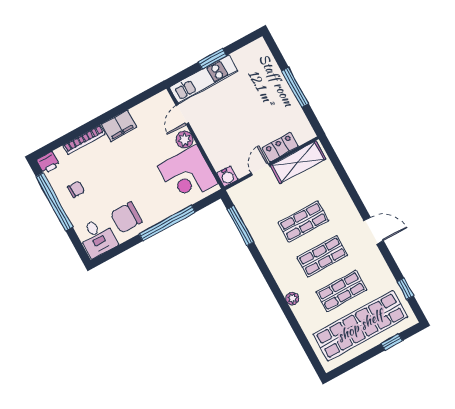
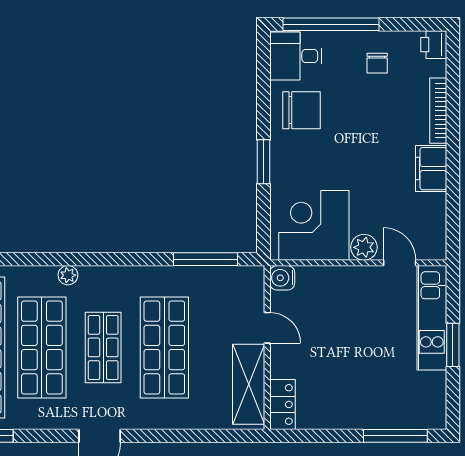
window: (295, 87) -> (395, 436), moved
locker: (280, 147) -> (282, 404), moved
window: (54, 202) -> (331, 24), moved
chair: (126, 217) -> (302, 110), turned 90
shop shelf: (303, 222) -> (164, 347), width x1.43, depth x1.36
window: (167, 223) -> (263, 162), width x0.47
shop shelf: (341, 291) -> (42, 347), width x1.43, depth x1.36

